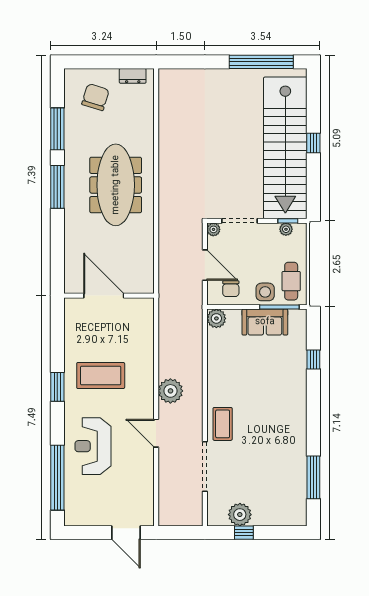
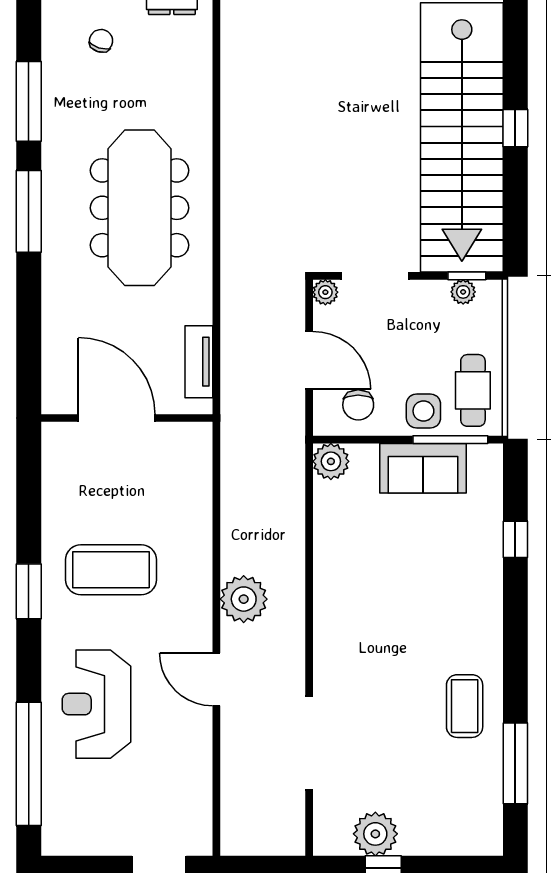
chair: (95, 97) -> (101, 41), width x0.54, depth x0.54
tv unit: (147, 266) -> (199, 362), added
coffee table: (223, 424) -> (465, 706), moved

